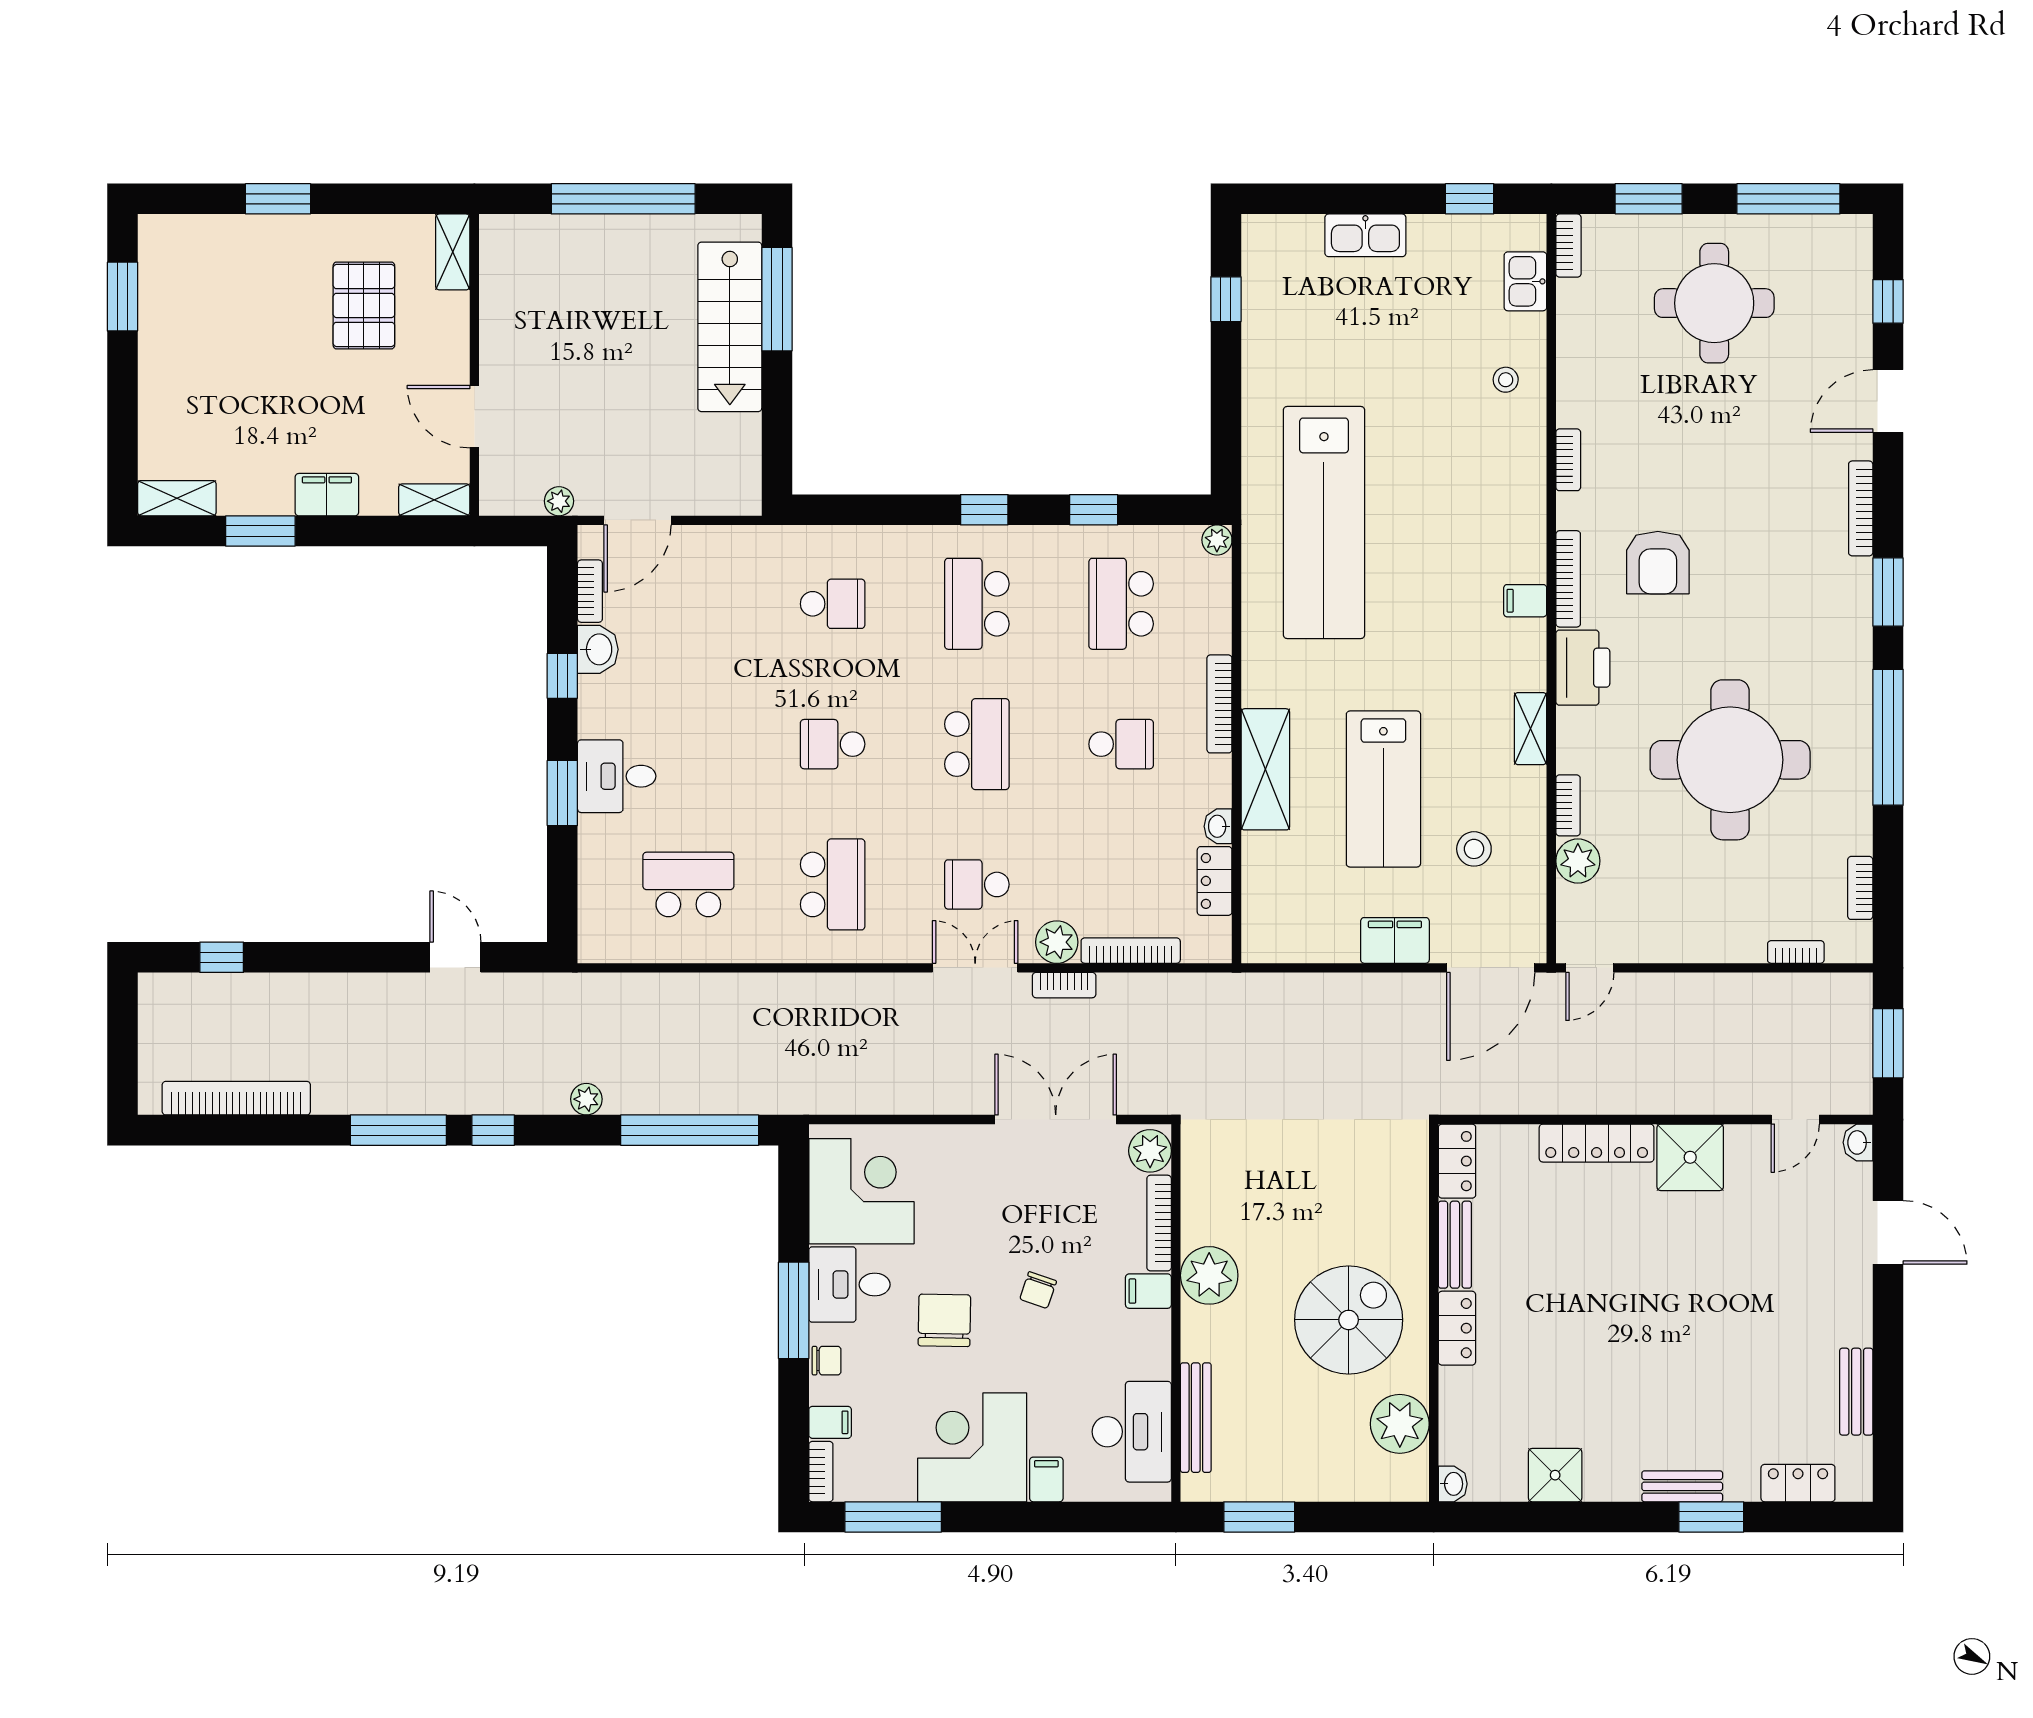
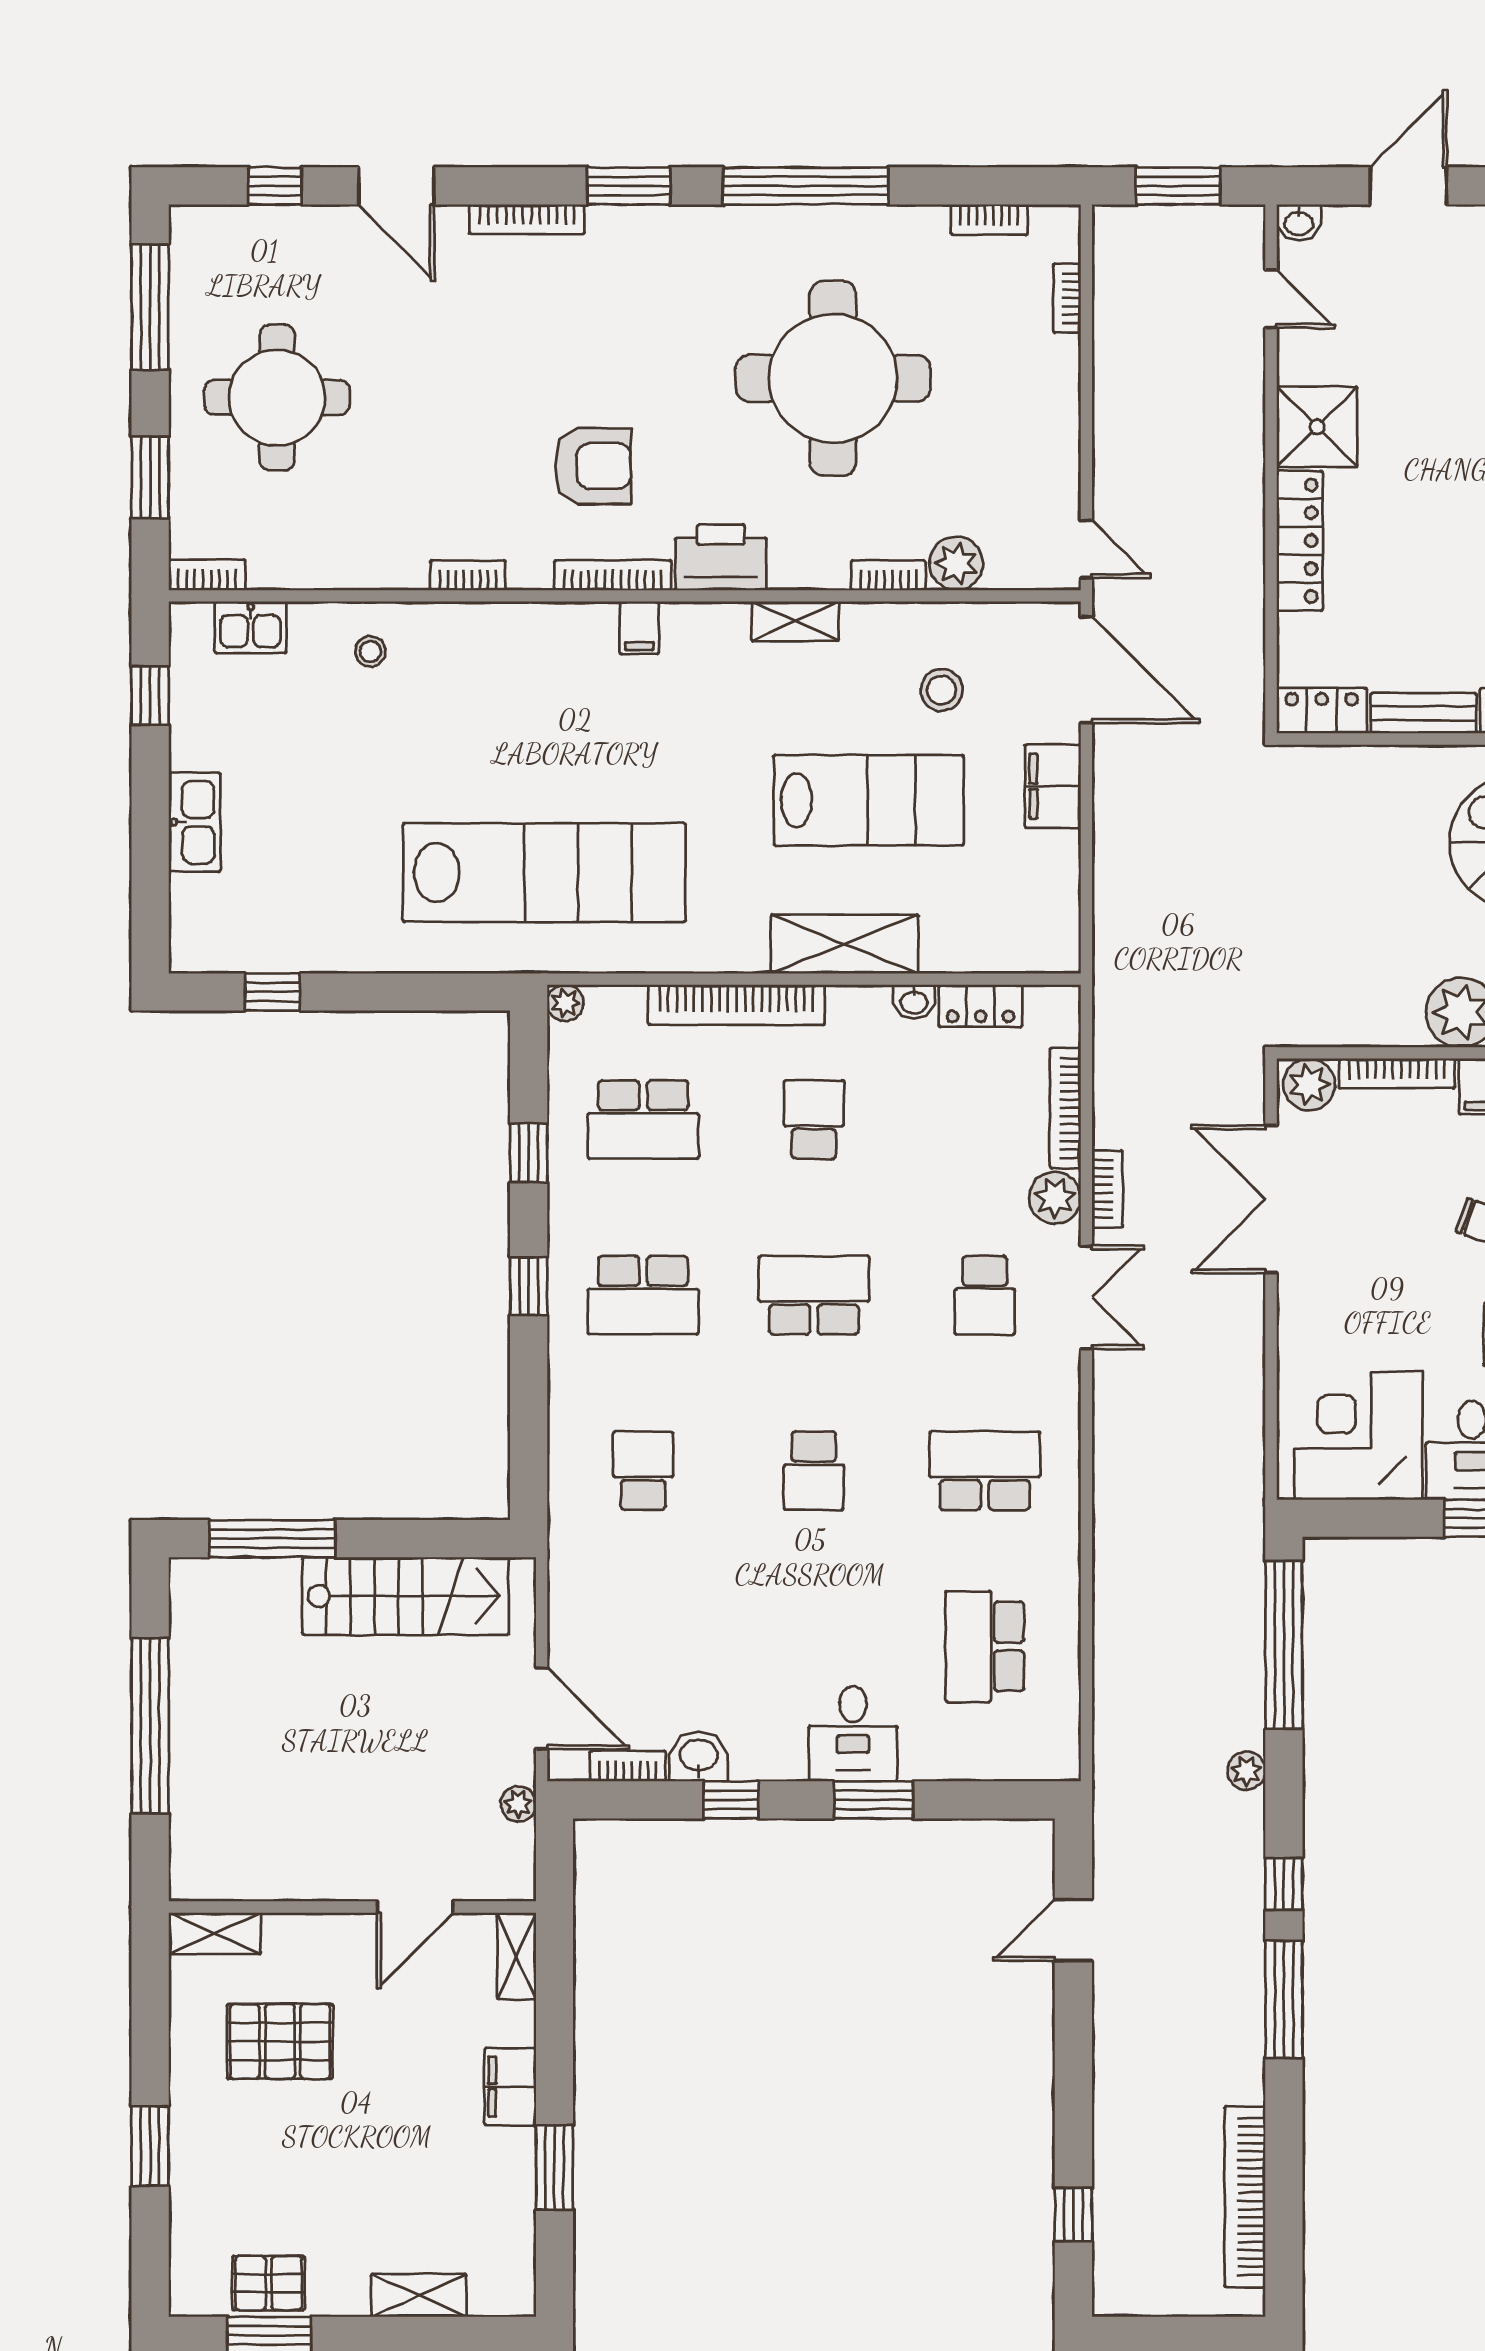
pallet: (165, 296) -> (269, 2283), added
stairs: (730, 327) -> (405, 1596), moved
shelving: (177, 498) -> (419, 2295), moved, turned 90
bookcase: (1219, 704) -> (736, 1005), width x1.48, depth x1.31
double door: (975, 968) -> (1086, 1297), swing flipped

